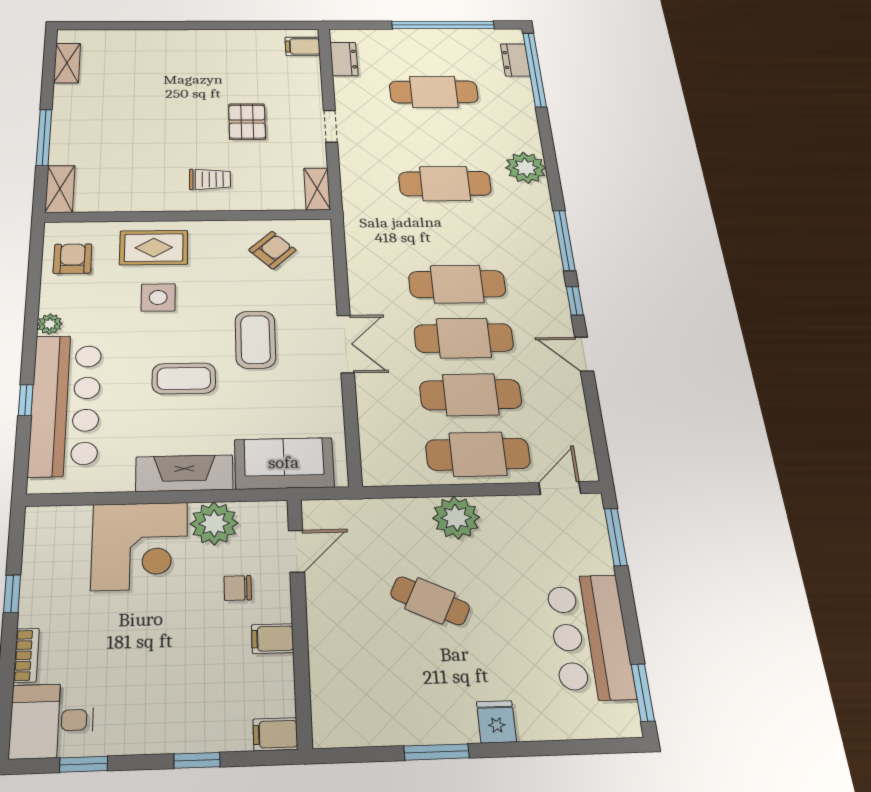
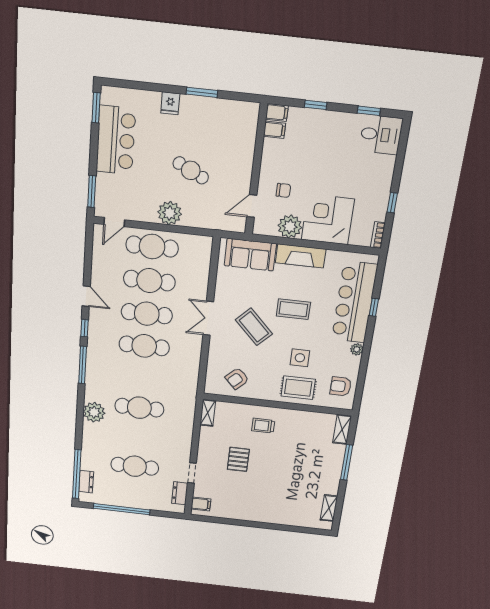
doorway: (330, 126) -> (192, 473), moved
armchair: (73, 259) -> (341, 386), turned 90
coffee table: (255, 339) -> (254, 327), turned -45
filing cabinet: (273, 639) -> (275, 130), moved
bookcase: (26, 655) -> (378, 235), moved

